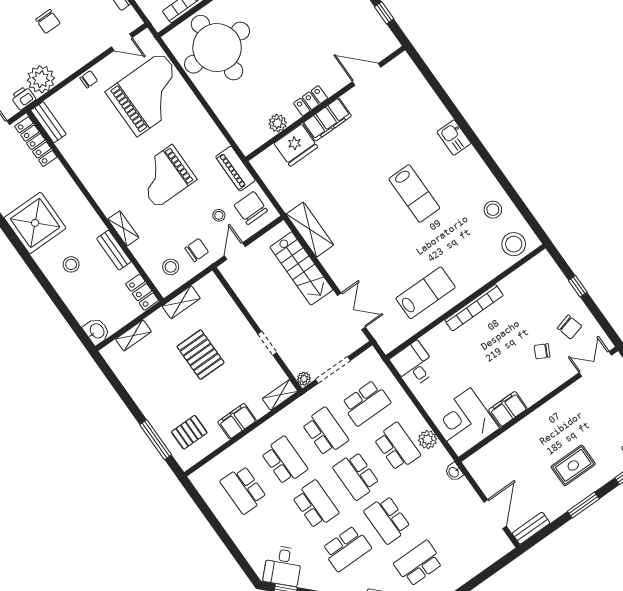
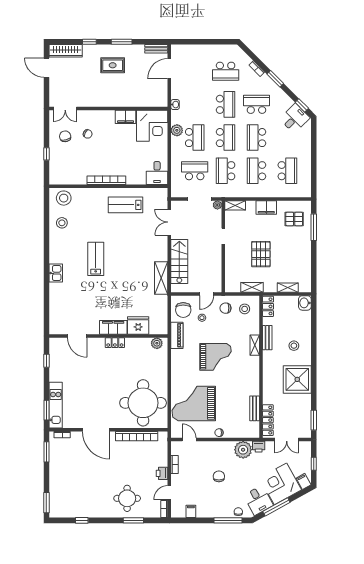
bench: (48, 122) -> (255, 408), moved
plant: (278, 123) -> (157, 343), moved
school desk: (397, 447) -> (195, 138), turned 180

